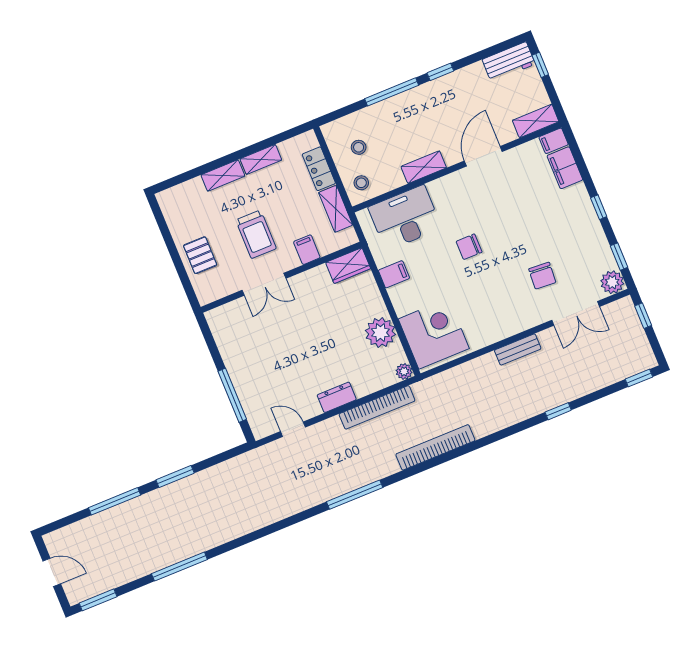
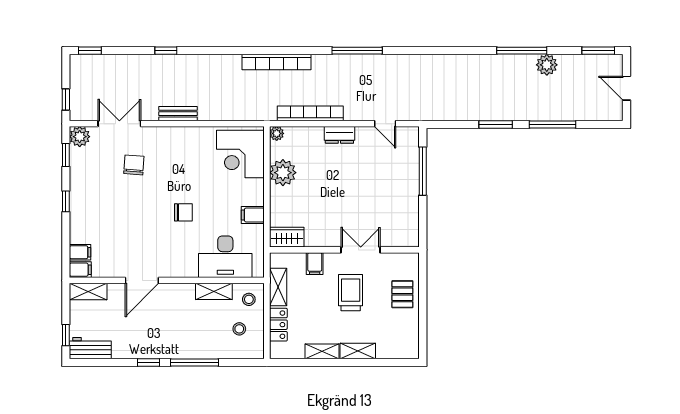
shelving: (424, 167) -> (214, 291), moved
filing cabinet: (565, 168) -> (80, 252), width x0.50
plant: (147, 562) -> (547, 65), added

